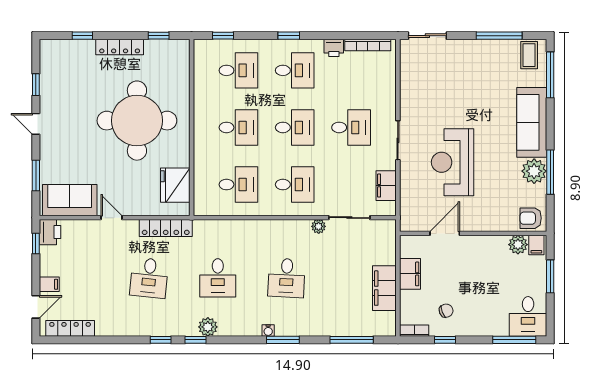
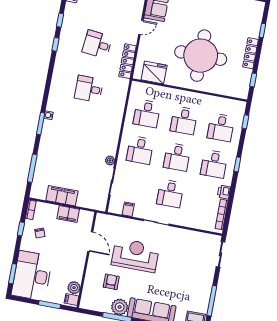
filing cabinet: (386, 186) -> (128, 209), width x0.50
armchair: (531, 218) -> (111, 282), moved
desk: (286, 278) -> (80, 133), removed
desk: (528, 316) -> (32, 276), width x1.87, depth x1.30
plant: (208, 327) -> (58, 76), removed
window: (195, 340) -> (60, 20), moved
window: (514, 340) -> (13, 274), width x0.69

